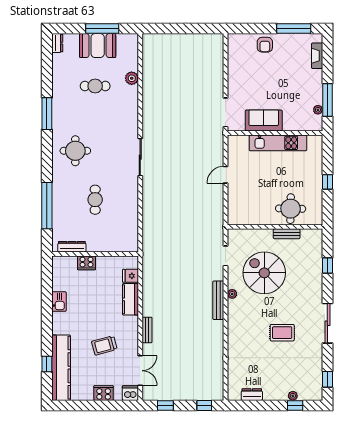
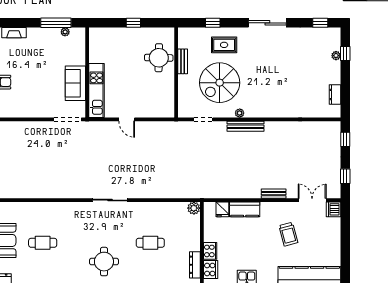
plant: (132, 78) -> (194, 208), moved
cafe table: (95, 86) -> (43, 243), turned 90
kitchen unit: (278, 143) -> (97, 90), moved
rug: (282, 333) -> (224, 45), moved, turned 90
cooker: (104, 393) -> (211, 270), moved, turned 180

